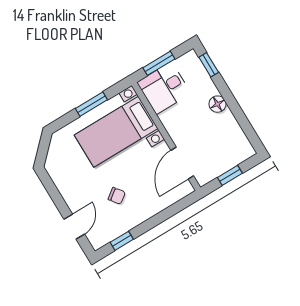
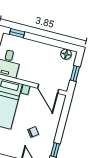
floor lamp: (217, 104) -> (66, 54), moved

